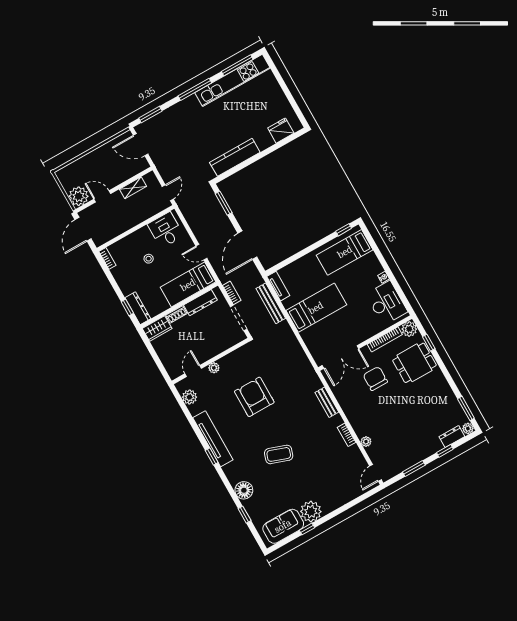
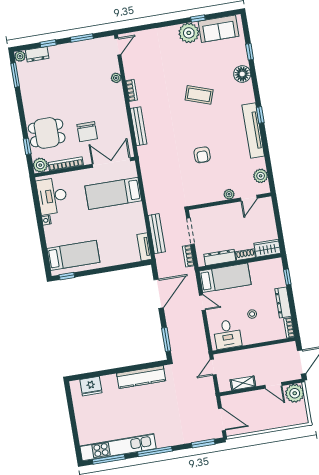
dresser: (138, 308) -> (283, 302), moved
bed: (316, 308) -> (113, 193), moved
armchair: (254, 397) -> (202, 155), width x0.53, depth x0.53
bench: (327, 402) -> (139, 126), width x1.36

